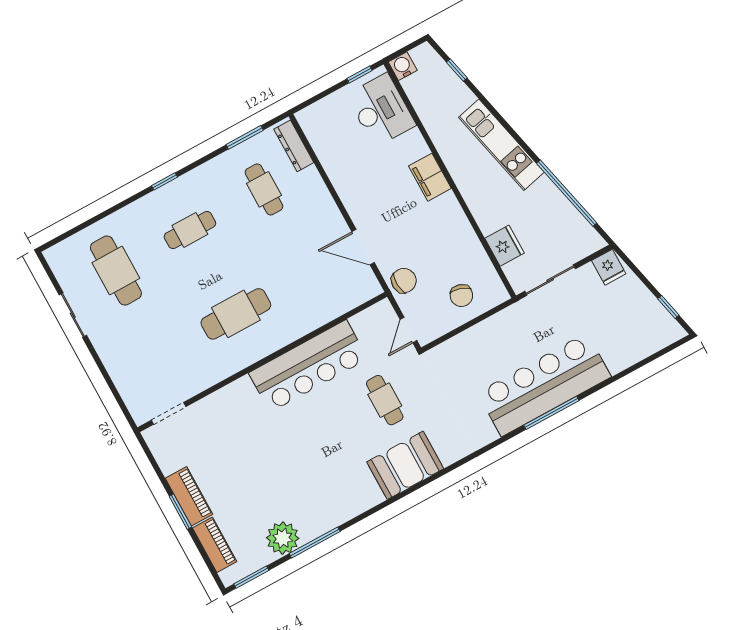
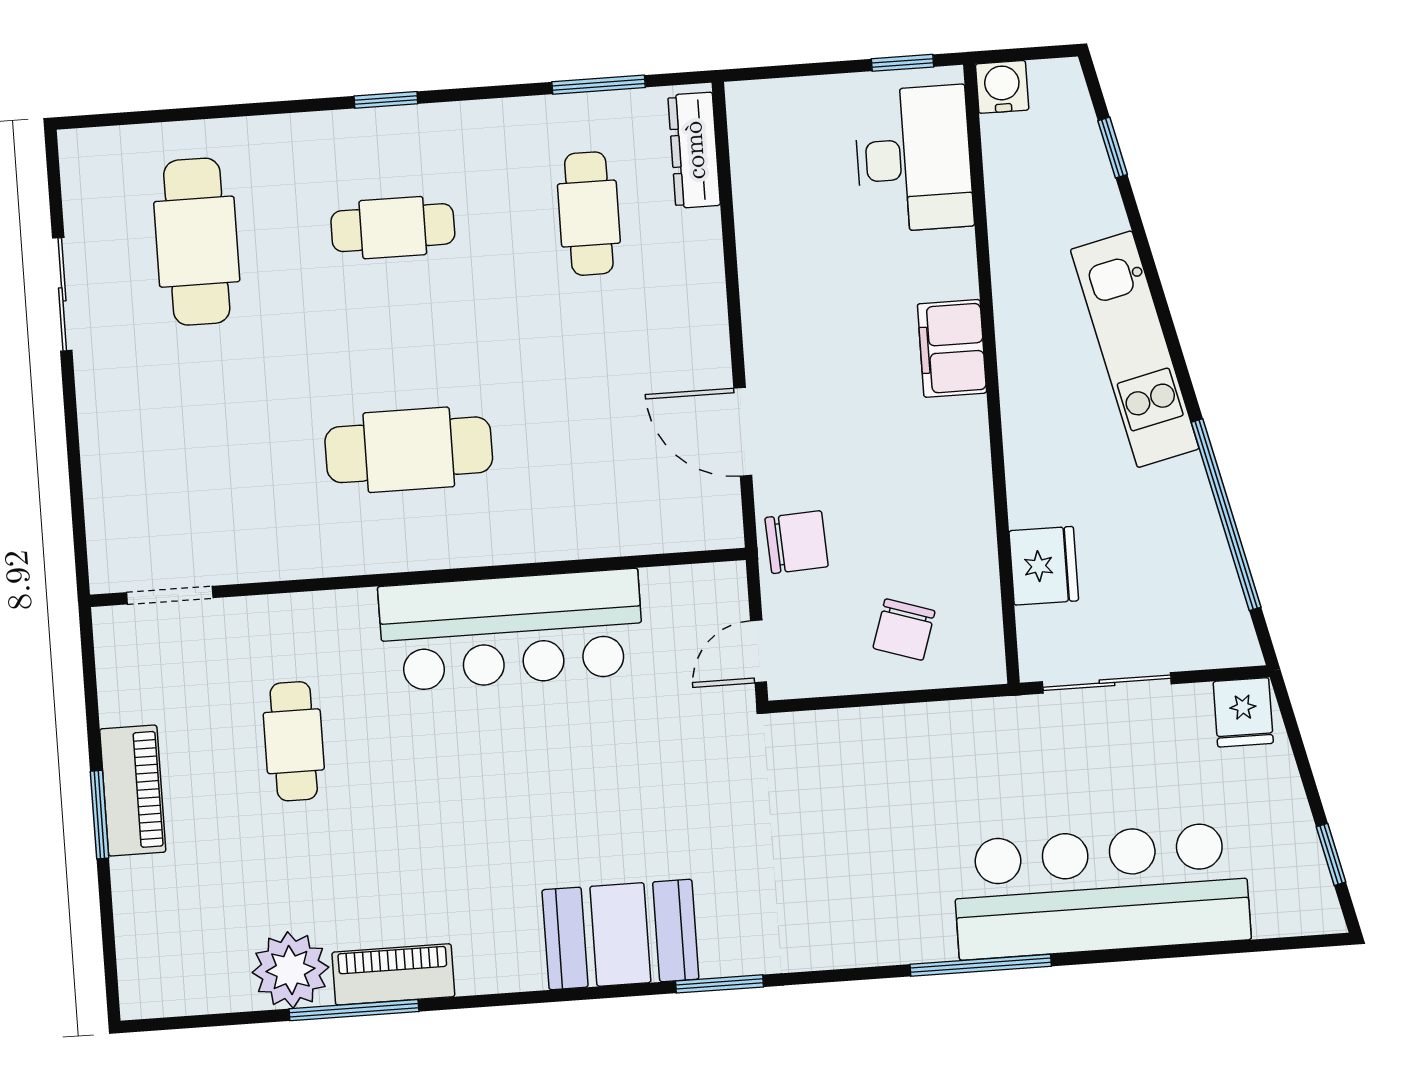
bar counter: (544, 385) -> (1101, 891), moved
cafe table: (385, 400) -> (294, 741), moved
piano: (215, 545) -> (393, 974), moved, turned -90
window: (251, 577) -> (719, 984), moved

